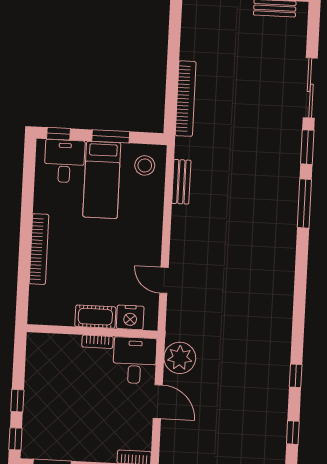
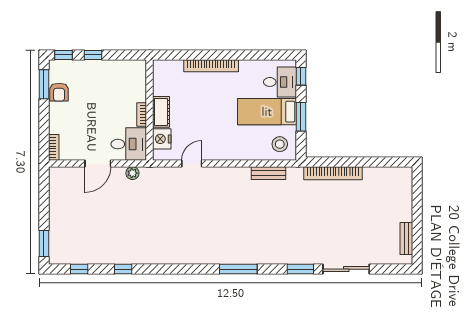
window: (304, 203) -> (238, 269), moved
plant: (180, 358) -> (132, 173), width x0.53, depth x0.53
armchair: (63, 447) -> (59, 92), added

